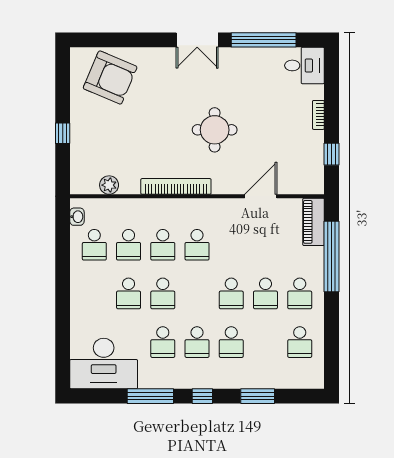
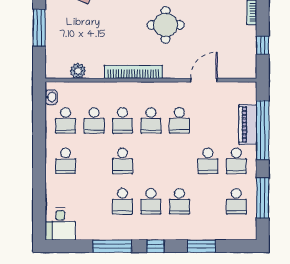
window: (63, 133) -> (39, 28), width x2.17
piano: (314, 222) -> (248, 124), moved
school desk: (129, 293) -> (66, 161), moved
school desk: (231, 293) -> (179, 120), moved
window: (331, 338) -> (263, 198), added
desk: (104, 363) -> (60, 224), width x0.53, depth x0.77

